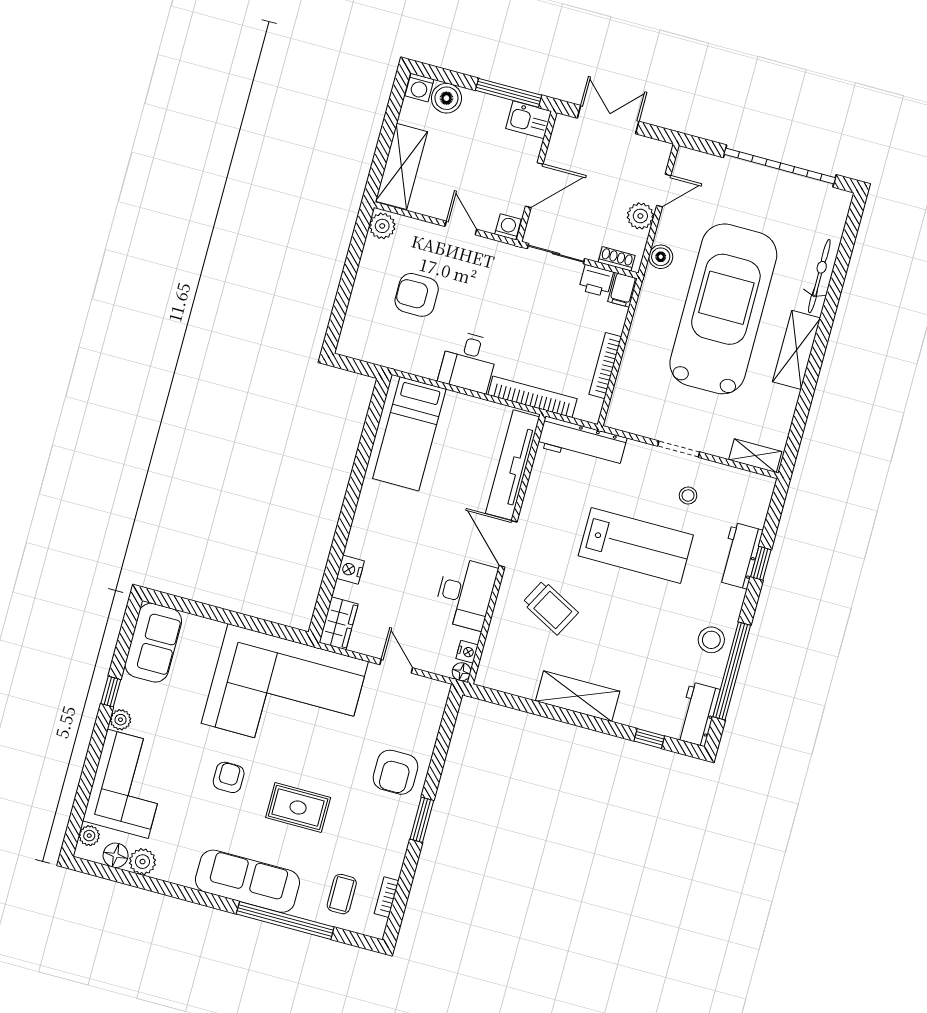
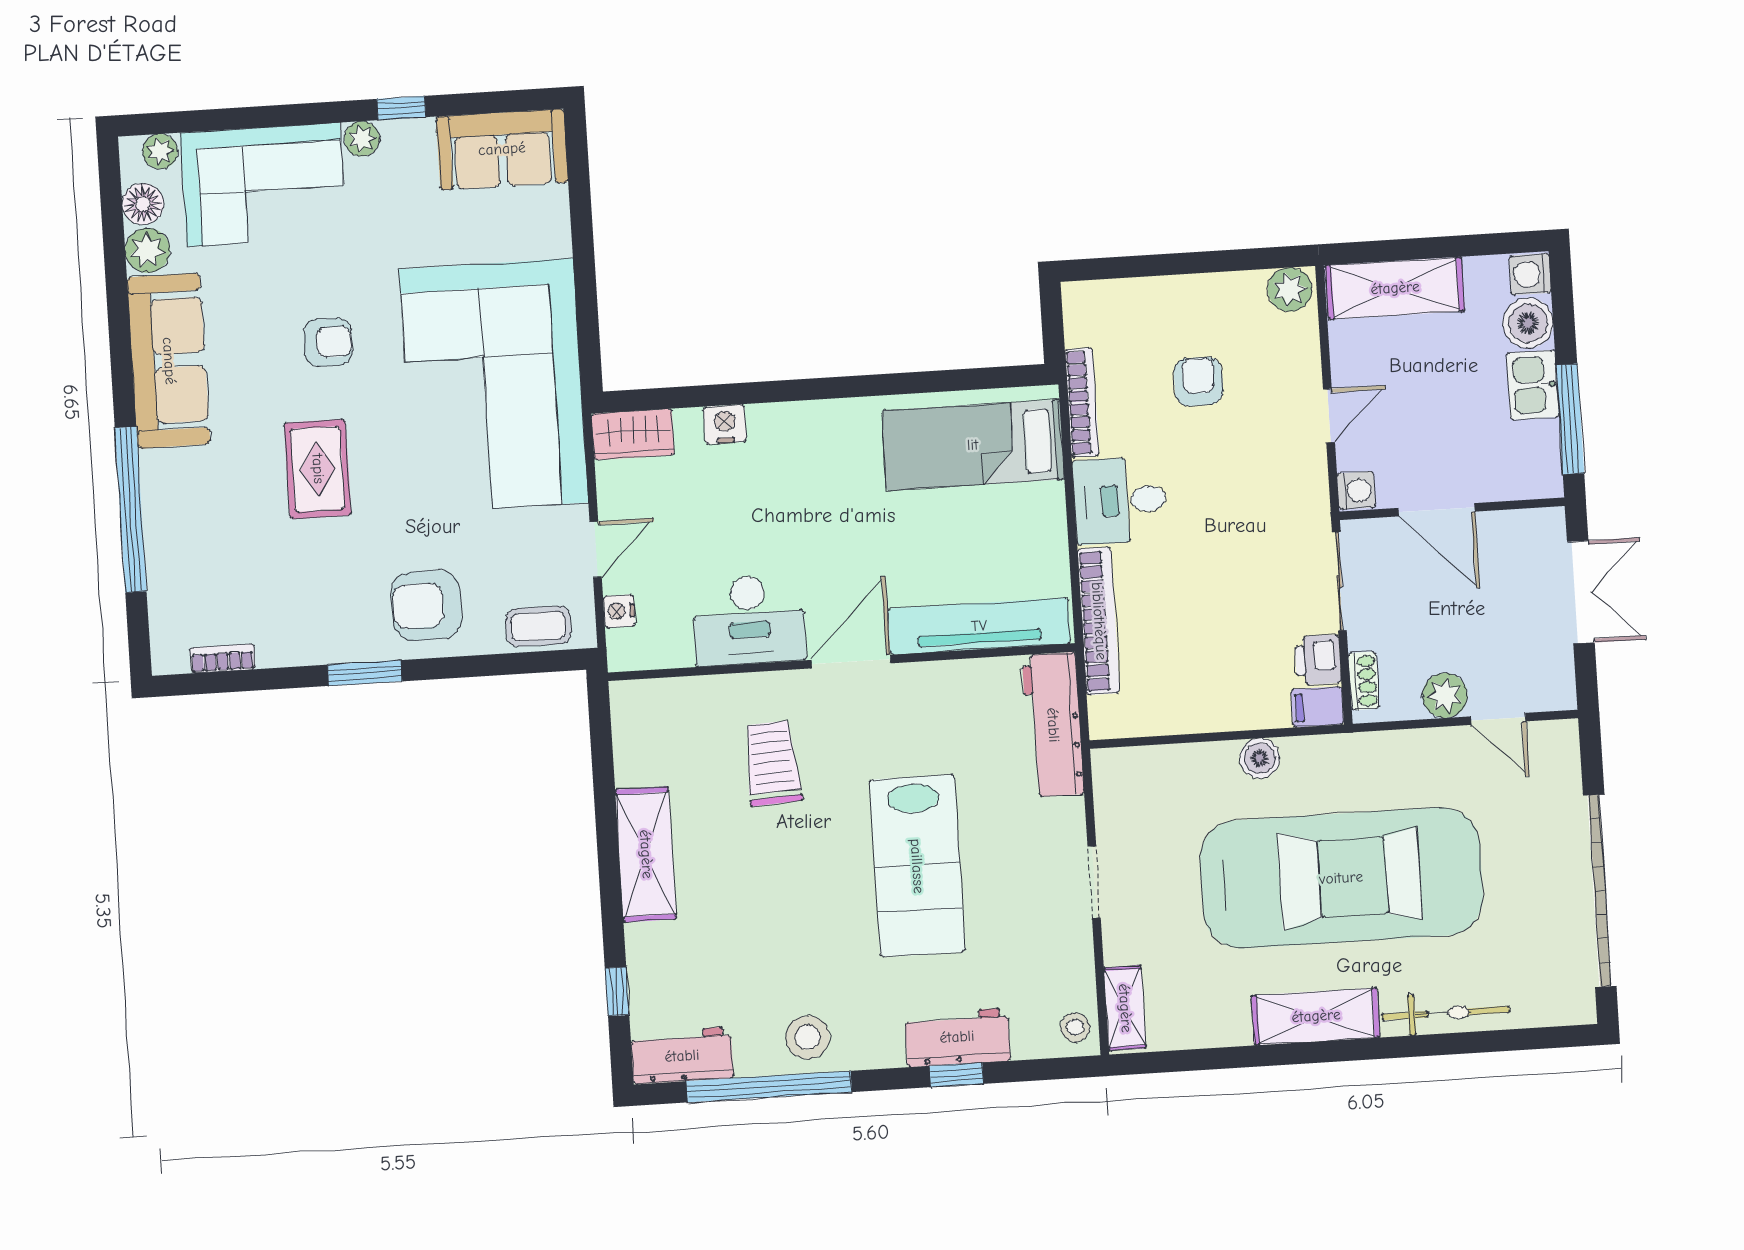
kitchen sink: (529, 120) -> (1533, 385), moved
boiler: (661, 257) -> (1260, 758), moved
armchair: (417, 295) -> (1198, 382), width x0.72, depth x0.72
bookcase: (605, 366) -> (1082, 403), moved, turned 90
stool: (688, 495) -> (1075, 1027), moved
trolley: (550, 608) -> (772, 763), turned 149
nightstand: (467, 652) -> (619, 611), moved, turned 90
floor lamp: (462, 672) -> (622, 656), removed
sofa: (247, 881) -> (169, 361), moved
coffee table: (342, 894) -> (538, 626), moved

